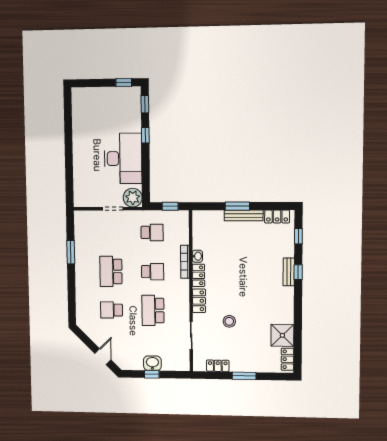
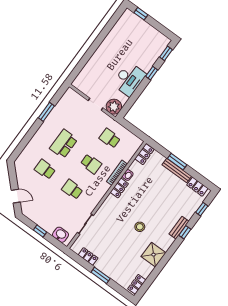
window: (124, 83) -> (141, 14), moved
desk: (123, 158) -> (129, 79), width x0.73, depth x0.77
window: (170, 206) -> (134, 130), removed
school desk: (152, 232) -> (110, 138), turned 180
locker: (199, 301) -> (144, 154), moved
school desk: (153, 310) -> (72, 189), width x0.54
stool: (229, 321) -> (140, 227), moved
shower: (282, 335) -> (154, 255), moved
door: (103, 357) -> (16, 196), hinge flipped
washbasin: (152, 363) -> (61, 235), moved

